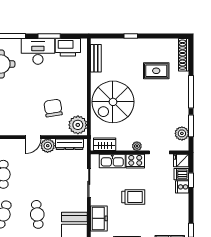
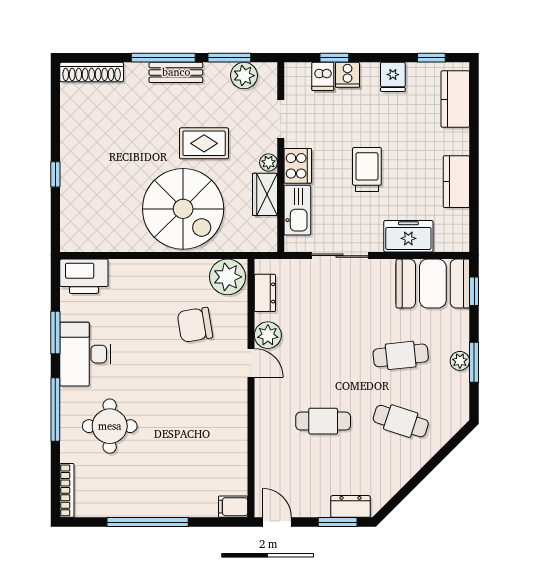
printer: (68, 47) -> (84, 276), moved, turned 90
bench: (96, 58) -> (176, 72), moved
rug: (156, 71) -> (204, 143), moved, turned 90
dresser: (70, 144) -> (265, 293), width x0.70
wardrobe: (105, 144) -> (265, 194), moved
fridge: (181, 161) -> (393, 77), moved

